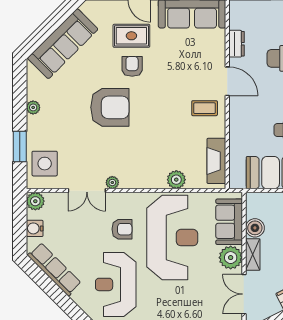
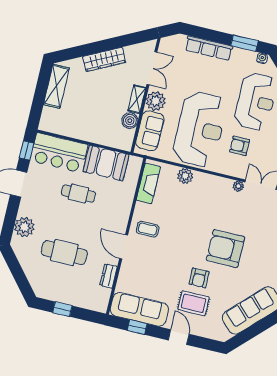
reception desk: (172, 238) -> (200, 129), turned 180

